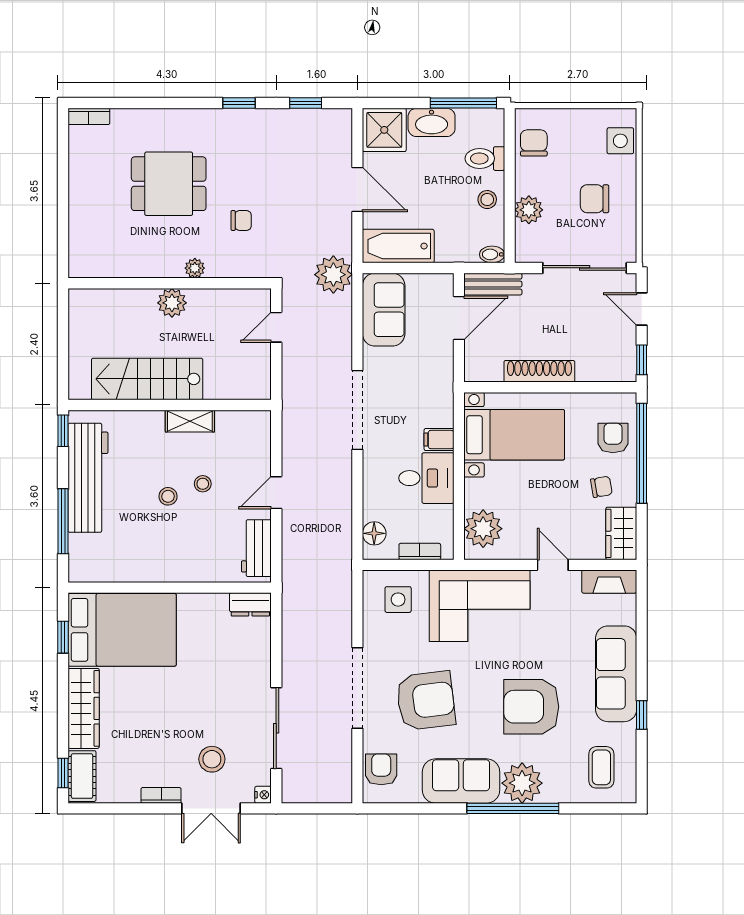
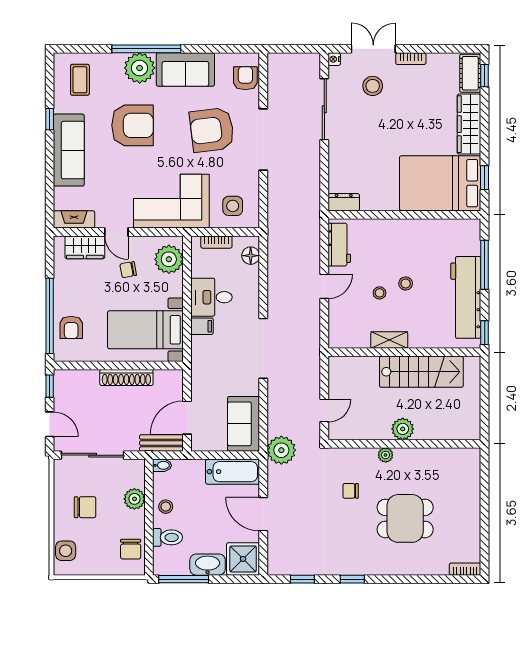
chair: (601, 487) -> (128, 270), moved
wardrobe: (621, 533) -> (85, 247), moved, turned 90
armchair: (381, 769) -> (245, 78), turned 180

